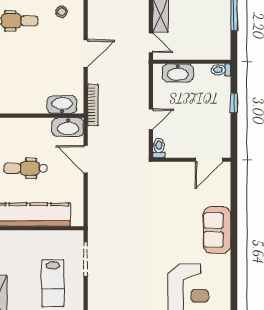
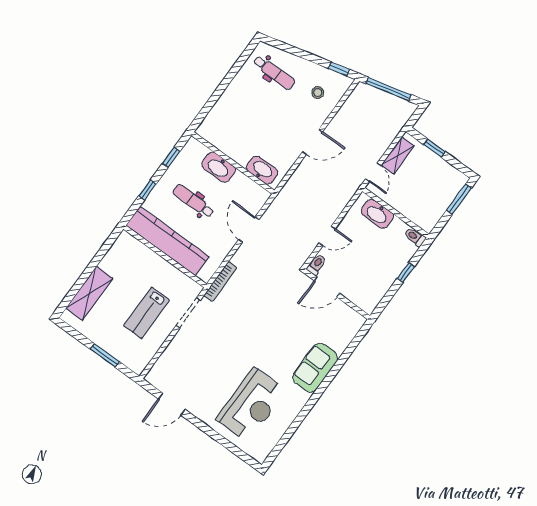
bookcase: (93, 105) -> (220, 281), moved
washbasin: (68, 127) -> (219, 167), moved
door: (209, 160) -> (327, 287), moved

